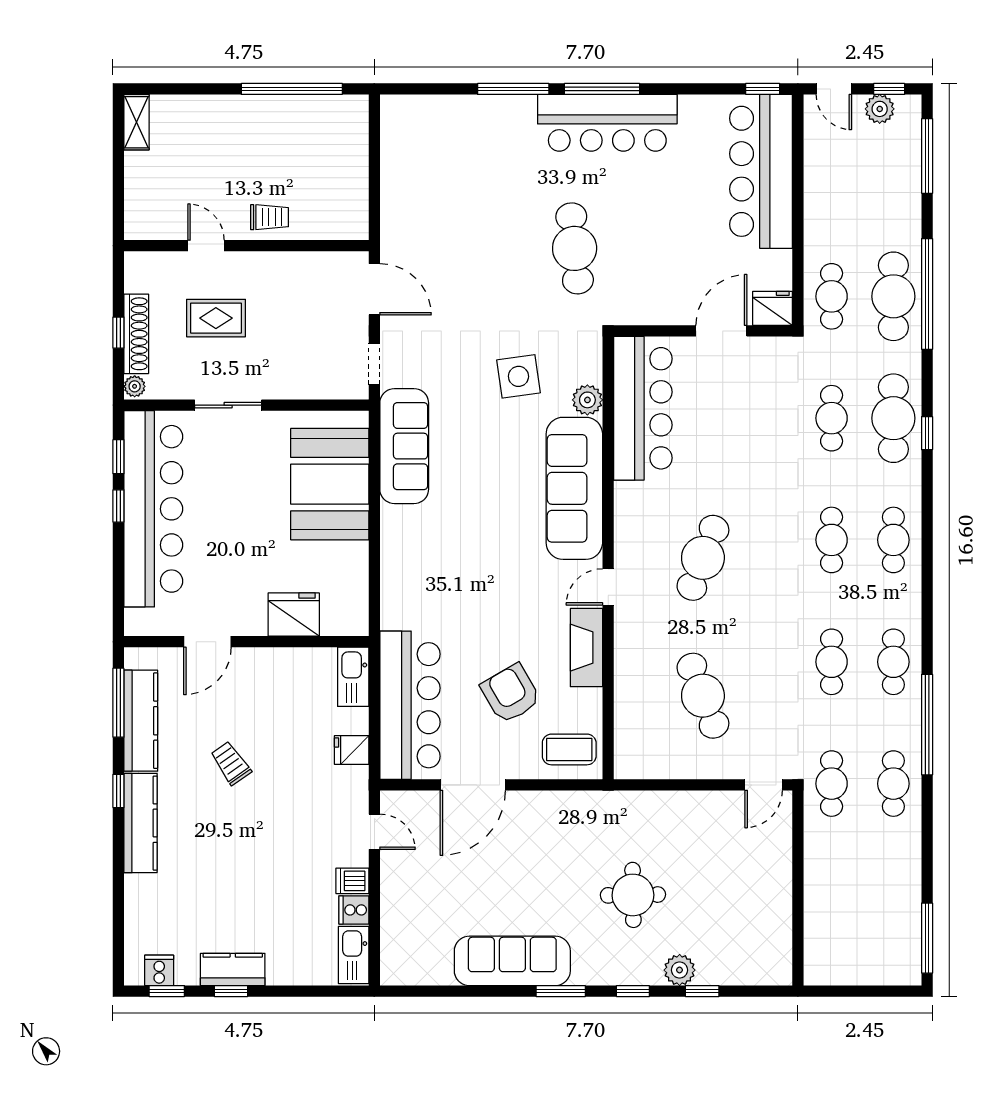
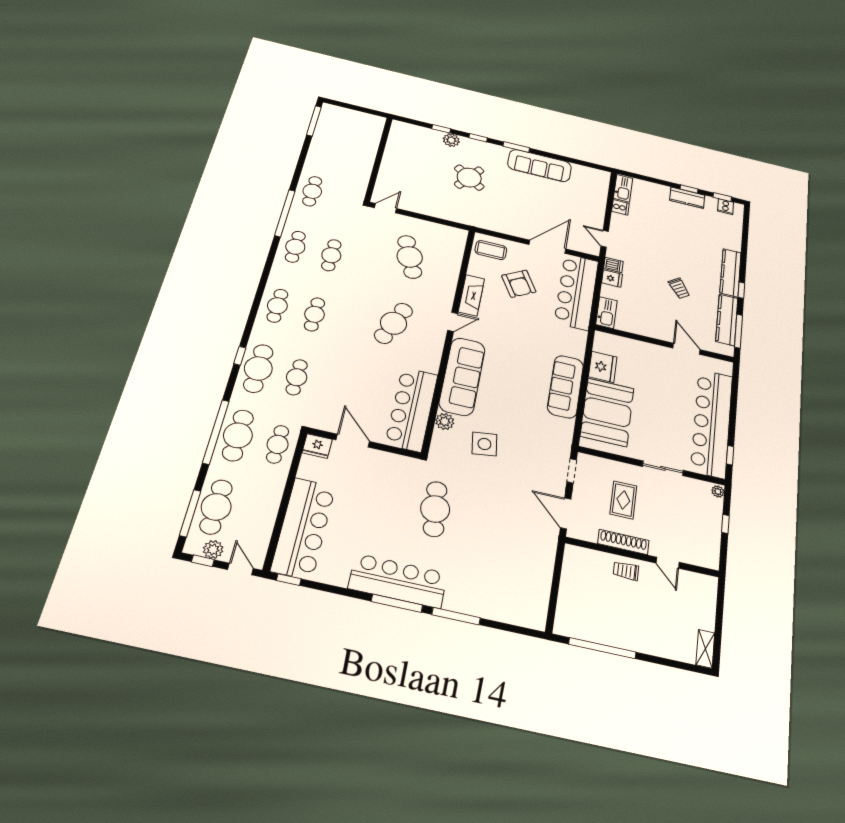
rug: (216, 318) -> (623, 500), moved, turned 90
door: (721, 331) -> (353, 441), swing flipped
shoe rack: (136, 334) -> (623, 542), moved, turned 90
sofa: (404, 446) -> (565, 387), moved
window: (118, 506) -> (732, 429), removed
fridge: (294, 615) -> (603, 367), moved, turned -90
door: (207, 642) -> (687, 349), hinge flipped
cafe table: (832, 784) -> (216, 507), moved, width x1.37, depth x1.35
dishwasher: (352, 881) -> (613, 265), moved
round table: (633, 895) -> (469, 178), turned 36

